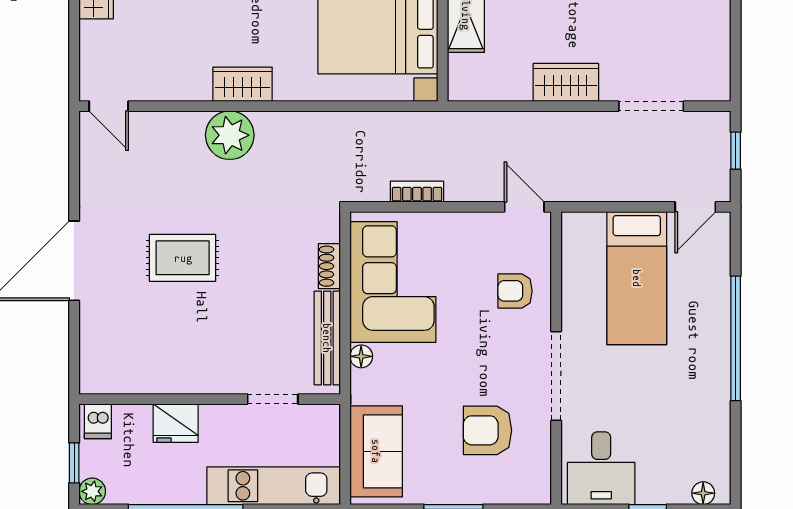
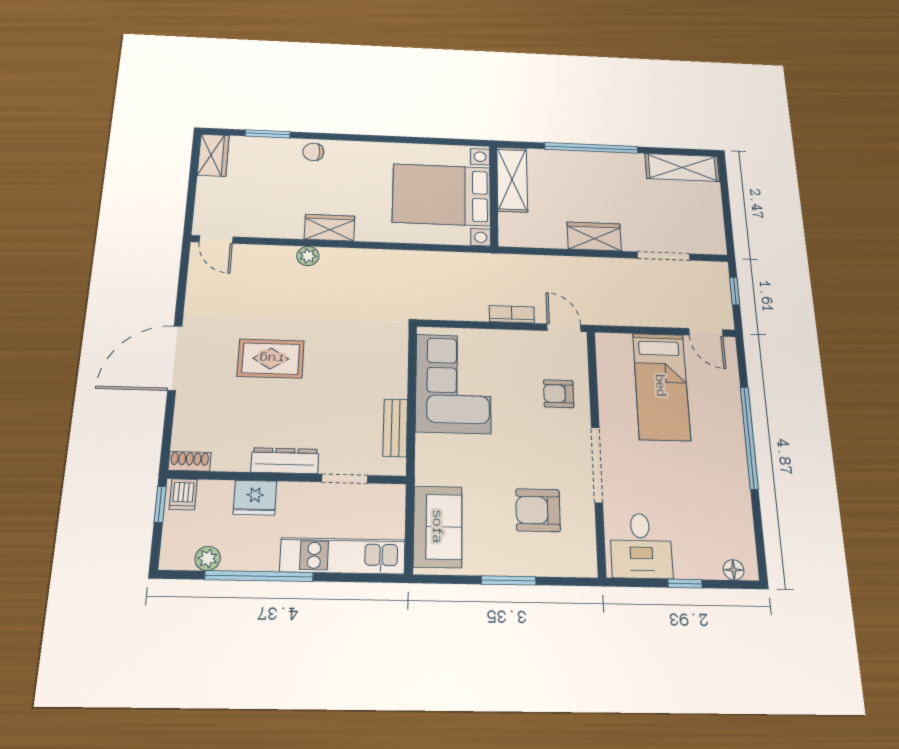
plant: (230, 135) -> (308, 256), width x0.53, depth x0.53
bookcase: (417, 192) -> (512, 314), moved
door: (695, 207) -> (706, 332), hinge flipped
shoe rack: (329, 266) -> (190, 461), moved, turned 90
bench: (327, 338) -> (395, 428), width x0.73
floor lamp: (361, 356) -> (425, 444), removed
dresser: (206, 380) -> (285, 461), added
window: (74, 463) -> (160, 504), moved
plant: (92, 491) -> (208, 558), moved

